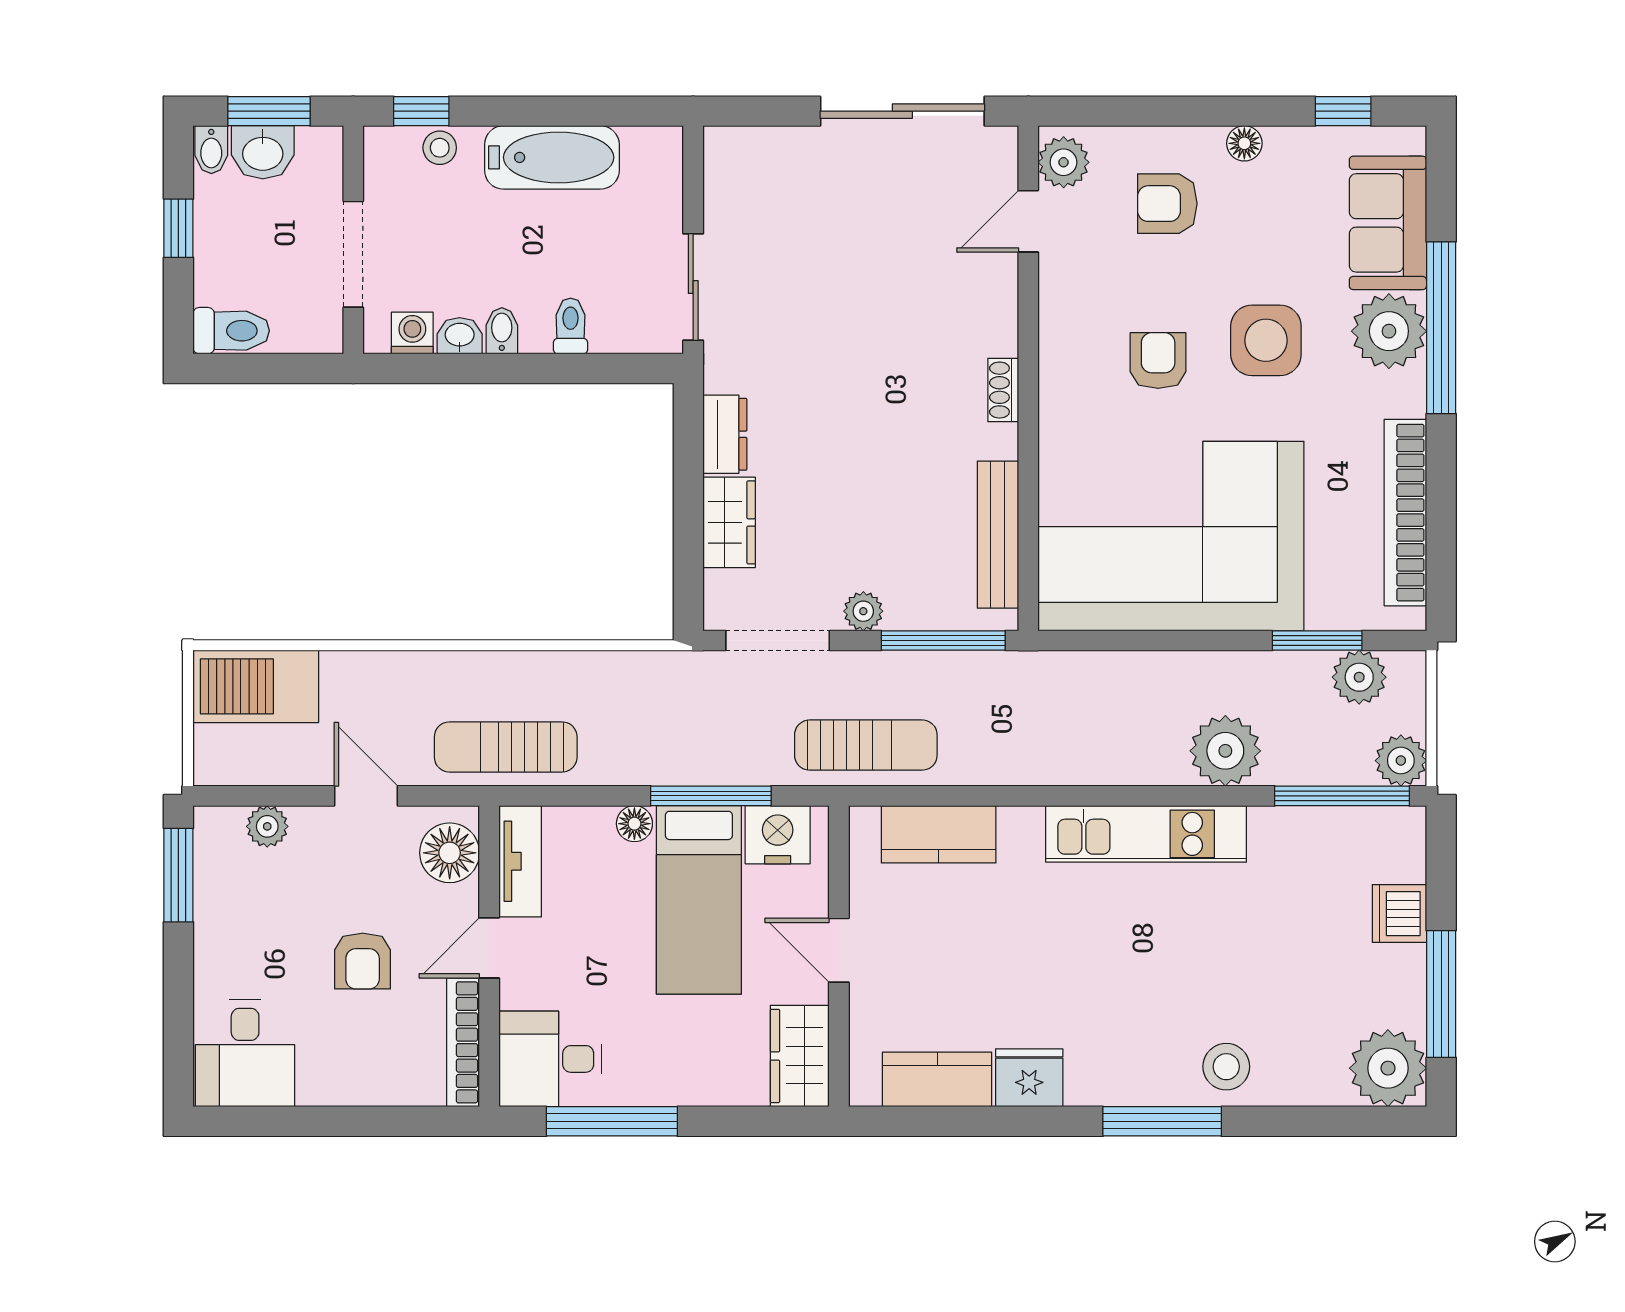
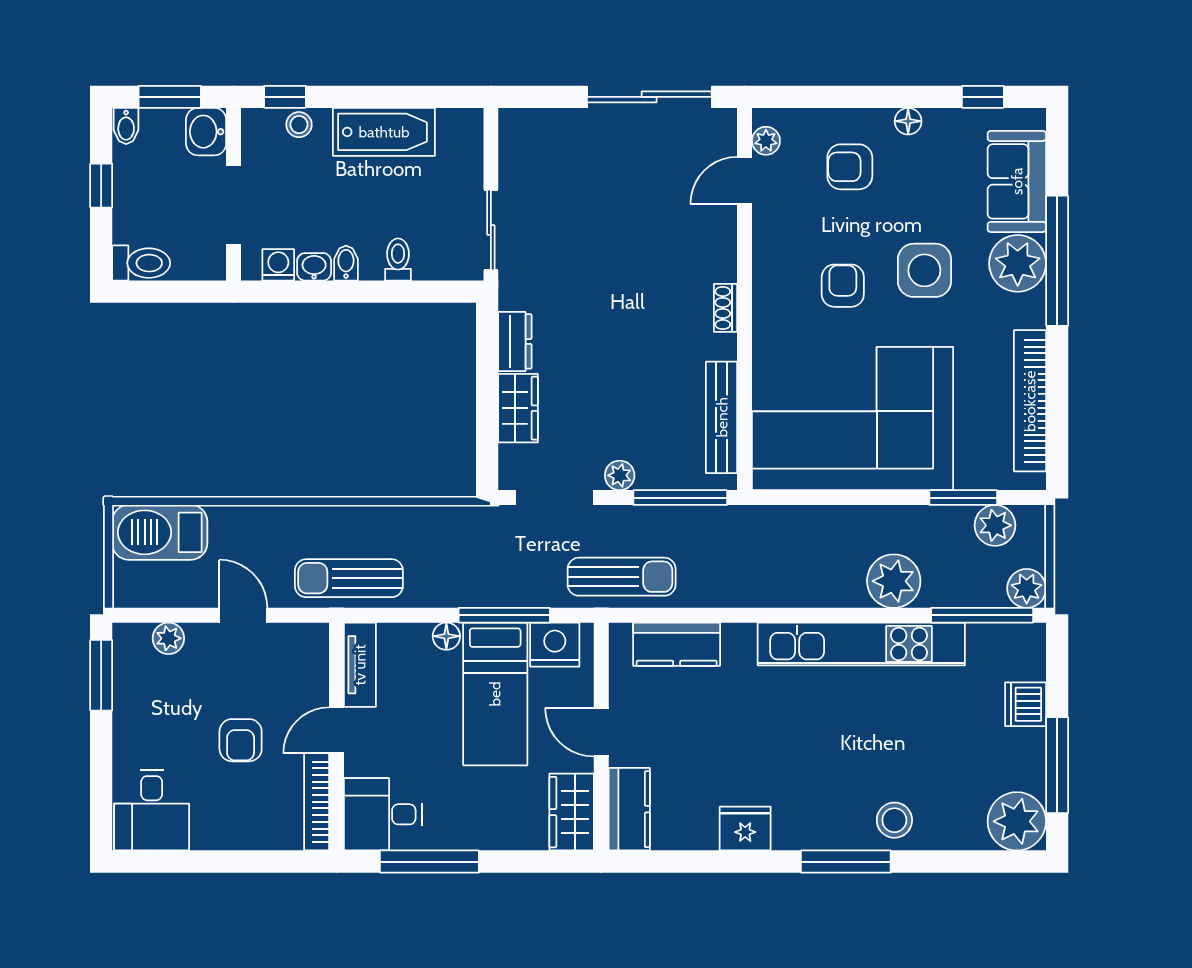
washbasin: (263, 152) -> (206, 132), moved, turned 90
plant: (1064, 162) -> (766, 141), width x0.73, depth x0.73
kitchen unit: (1146, 834) -> (861, 644), width x1.36
floor lamp: (450, 853) -> (306, 658), removed
kitchen counter: (937, 1079) -> (629, 809), moved, turned 90

